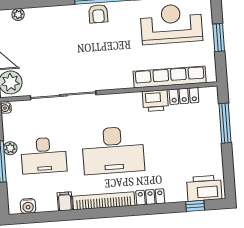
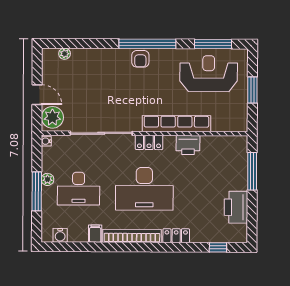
row of seats: (170, 77) -> (176, 124), moved
locker: (184, 96) -> (149, 142), moved
printer: (204, 188) -> (236, 207), moved, turned -90

